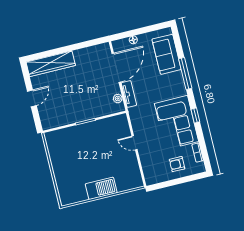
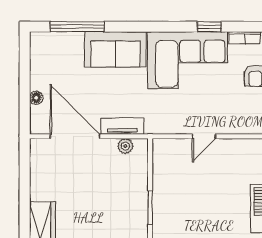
sofa: (167, 54) -> (115, 49), moved
window: (185, 73) -> (77, 27), moved
window: (195, 115) -> (209, 27), moved

